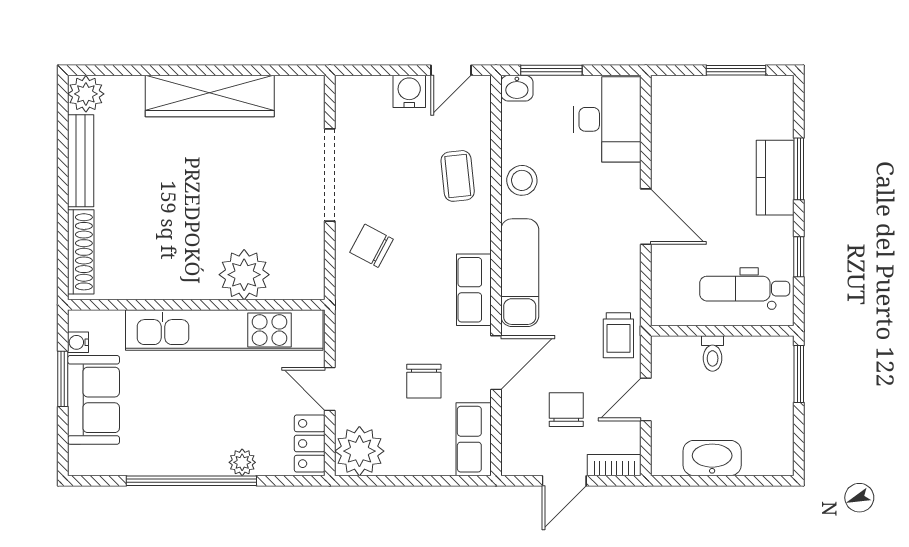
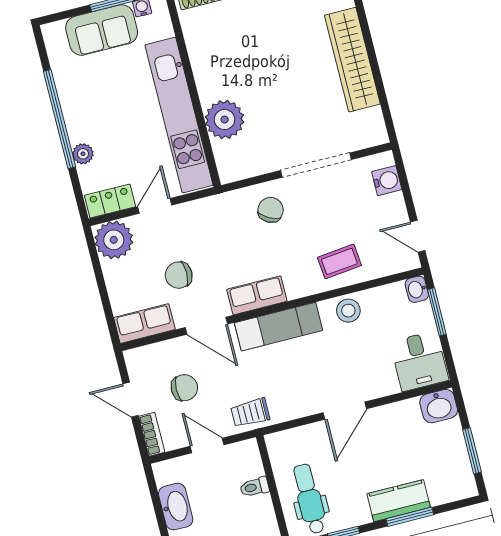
water cooler: (409, 91) -> (387, 181), moved
washbasin: (670, 98) -> (439, 406), added
desk: (607, 119) -> (419, 361), width x0.73

